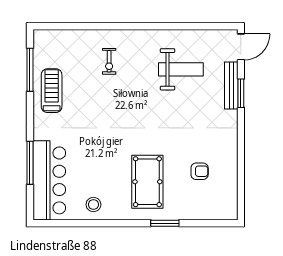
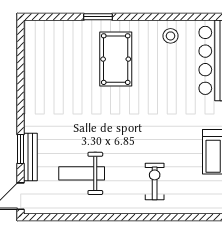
exercise bike: (109, 61) -> (155, 182), width x1.38, depth x1.39
armchair: (200, 171) -> (63, 70), removed

